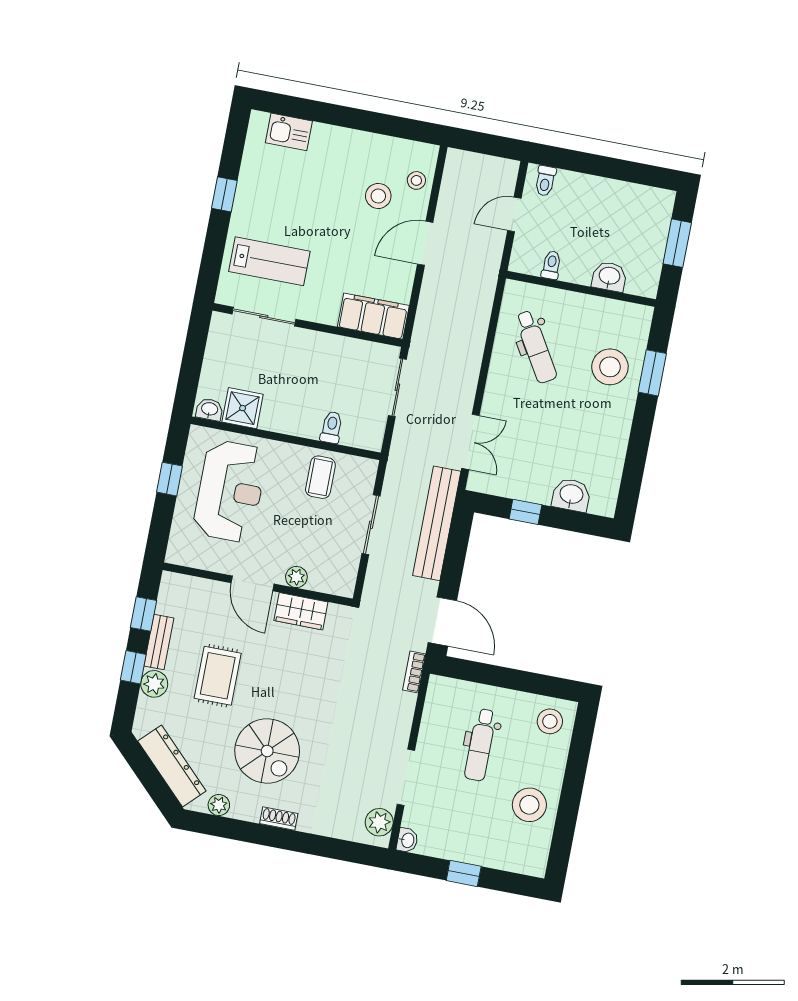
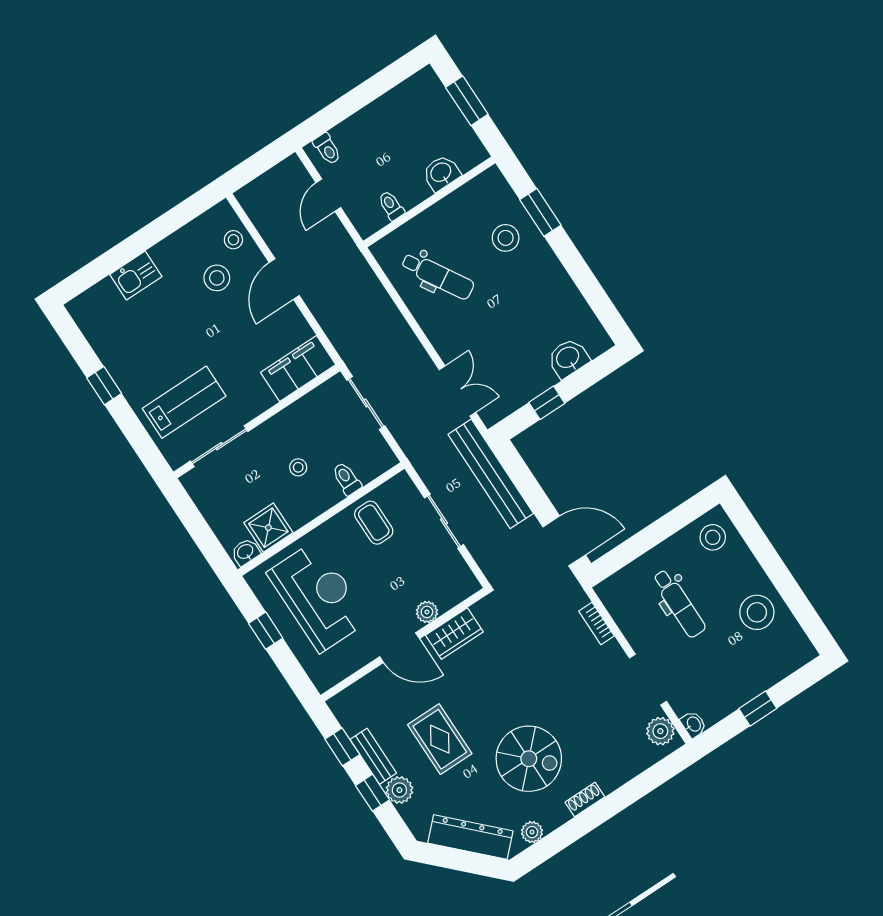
kitchen sink: (289, 132) -> (136, 276), moved
stool: (610, 367) -> (506, 238), width x0.73, depth x0.73
stool: (305, 386) -> (298, 467), added
bookcase: (414, 672) -> (596, 623), moved

